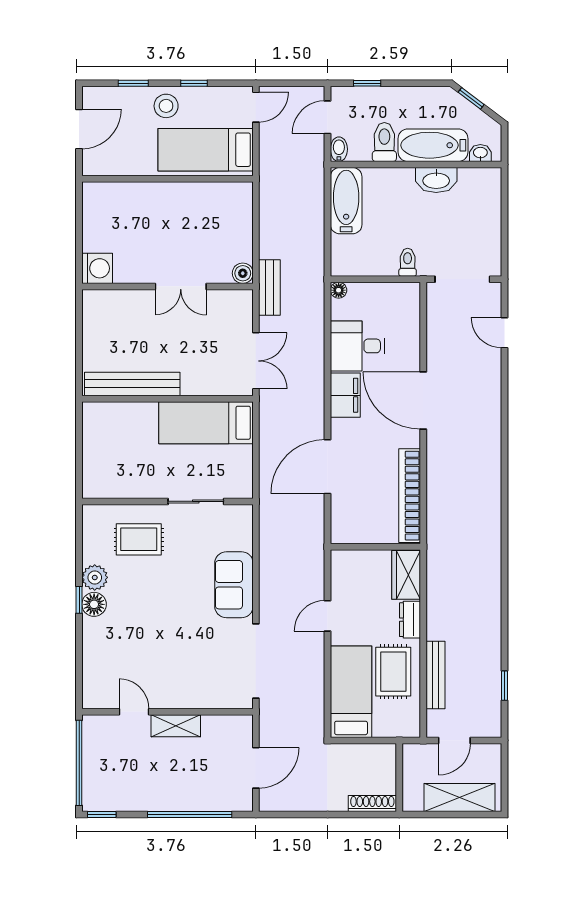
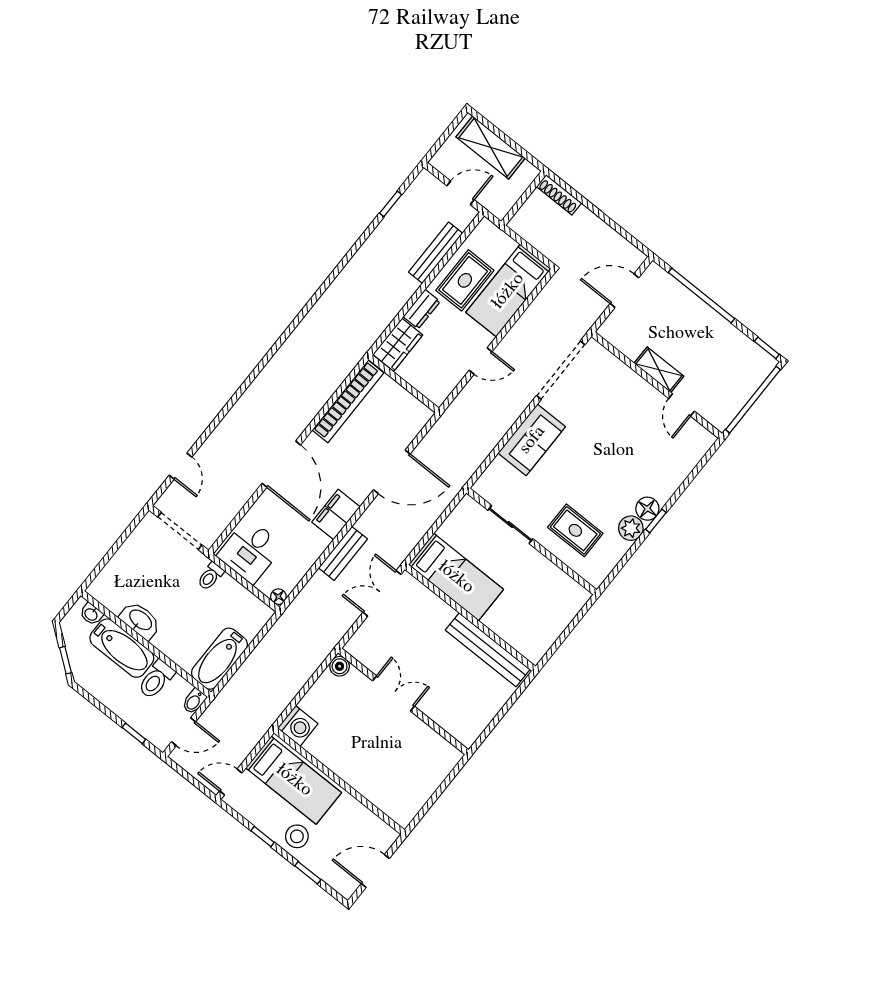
washing machine: (97, 268) -> (298, 726), moved, turned 180
bench: (269, 287) -> (343, 553), moved
desk: (358, 346) -> (250, 551), moved, turned 90

